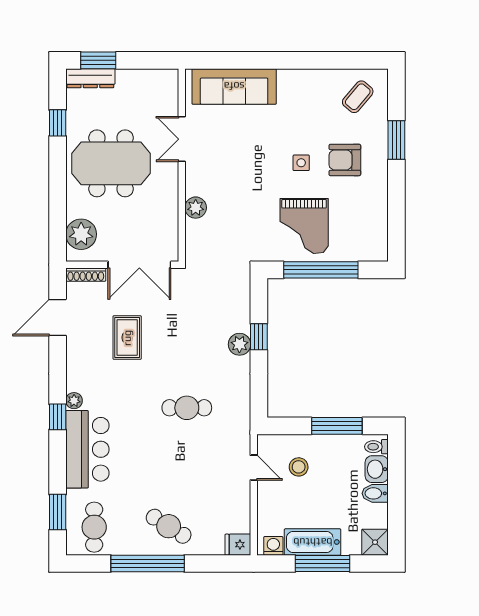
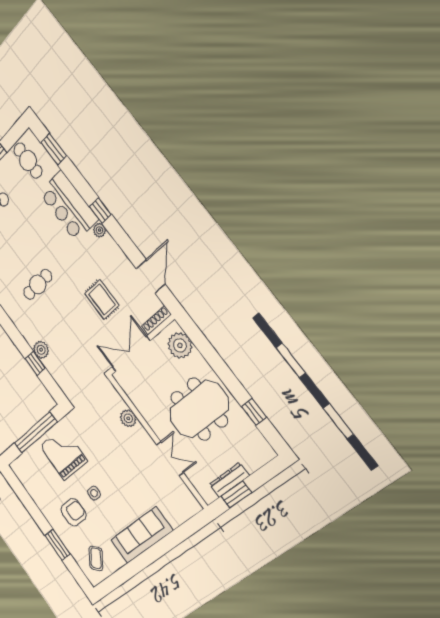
window: (98, 60) -> (236, 494), moved
dresser: (90, 78) -> (229, 480), moved
sofa: (234, 86) -> (142, 535), moved

